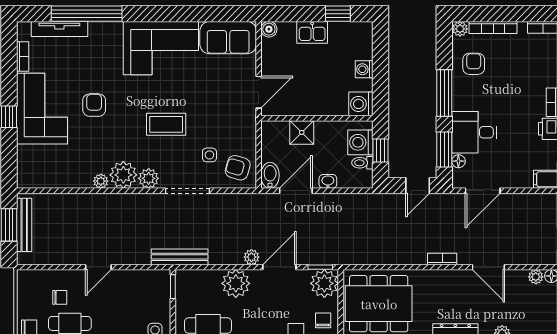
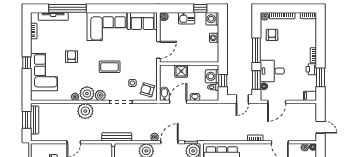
washing machine: (361, 104) -> (212, 19), moved
corner sofa: (42, 109) -> (44, 72), moved
plant: (120, 208) -> (85, 111), added

